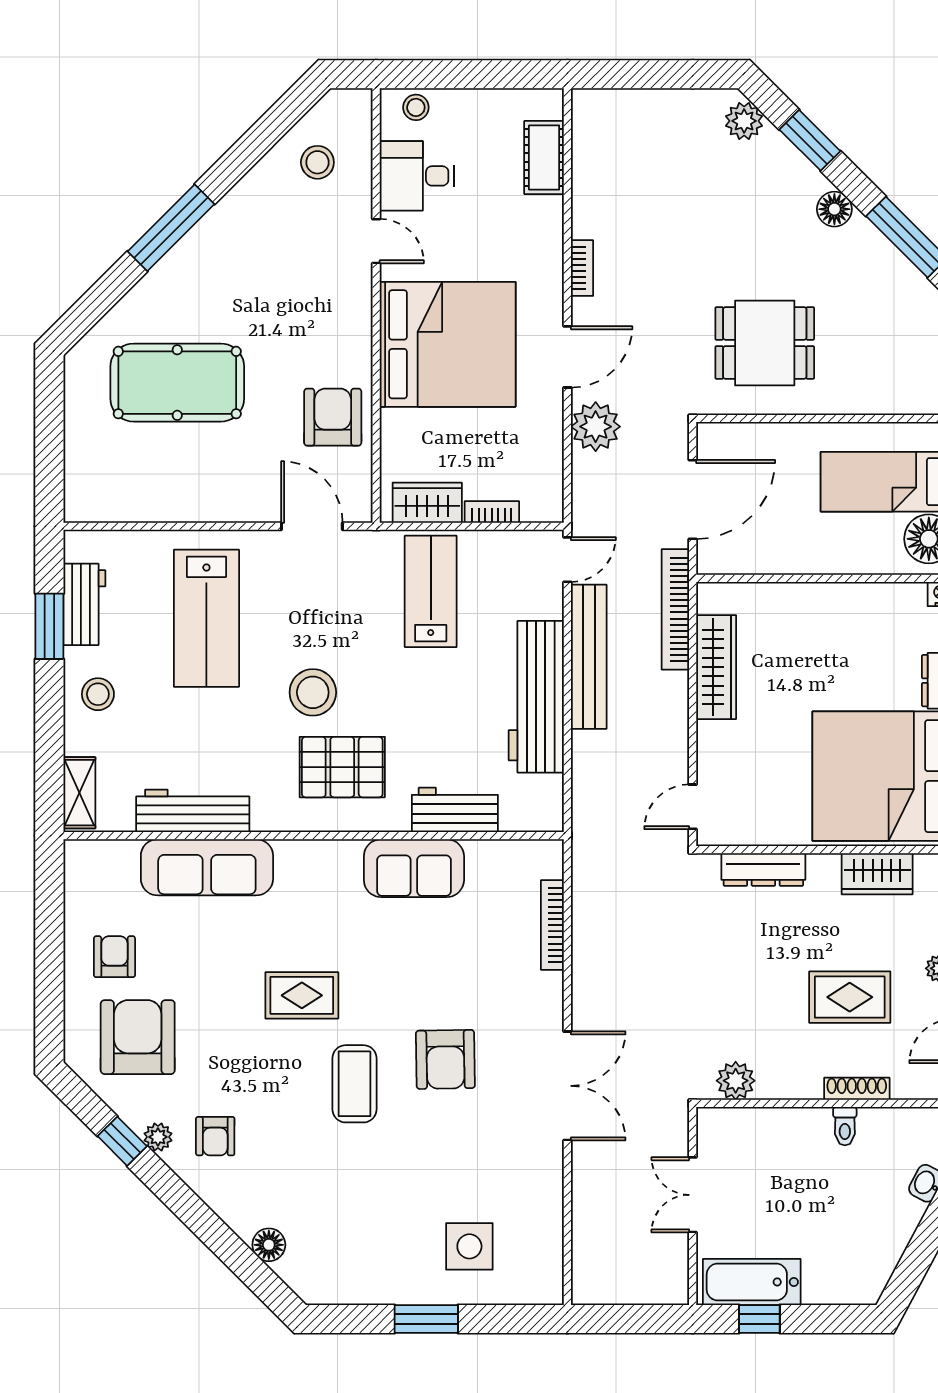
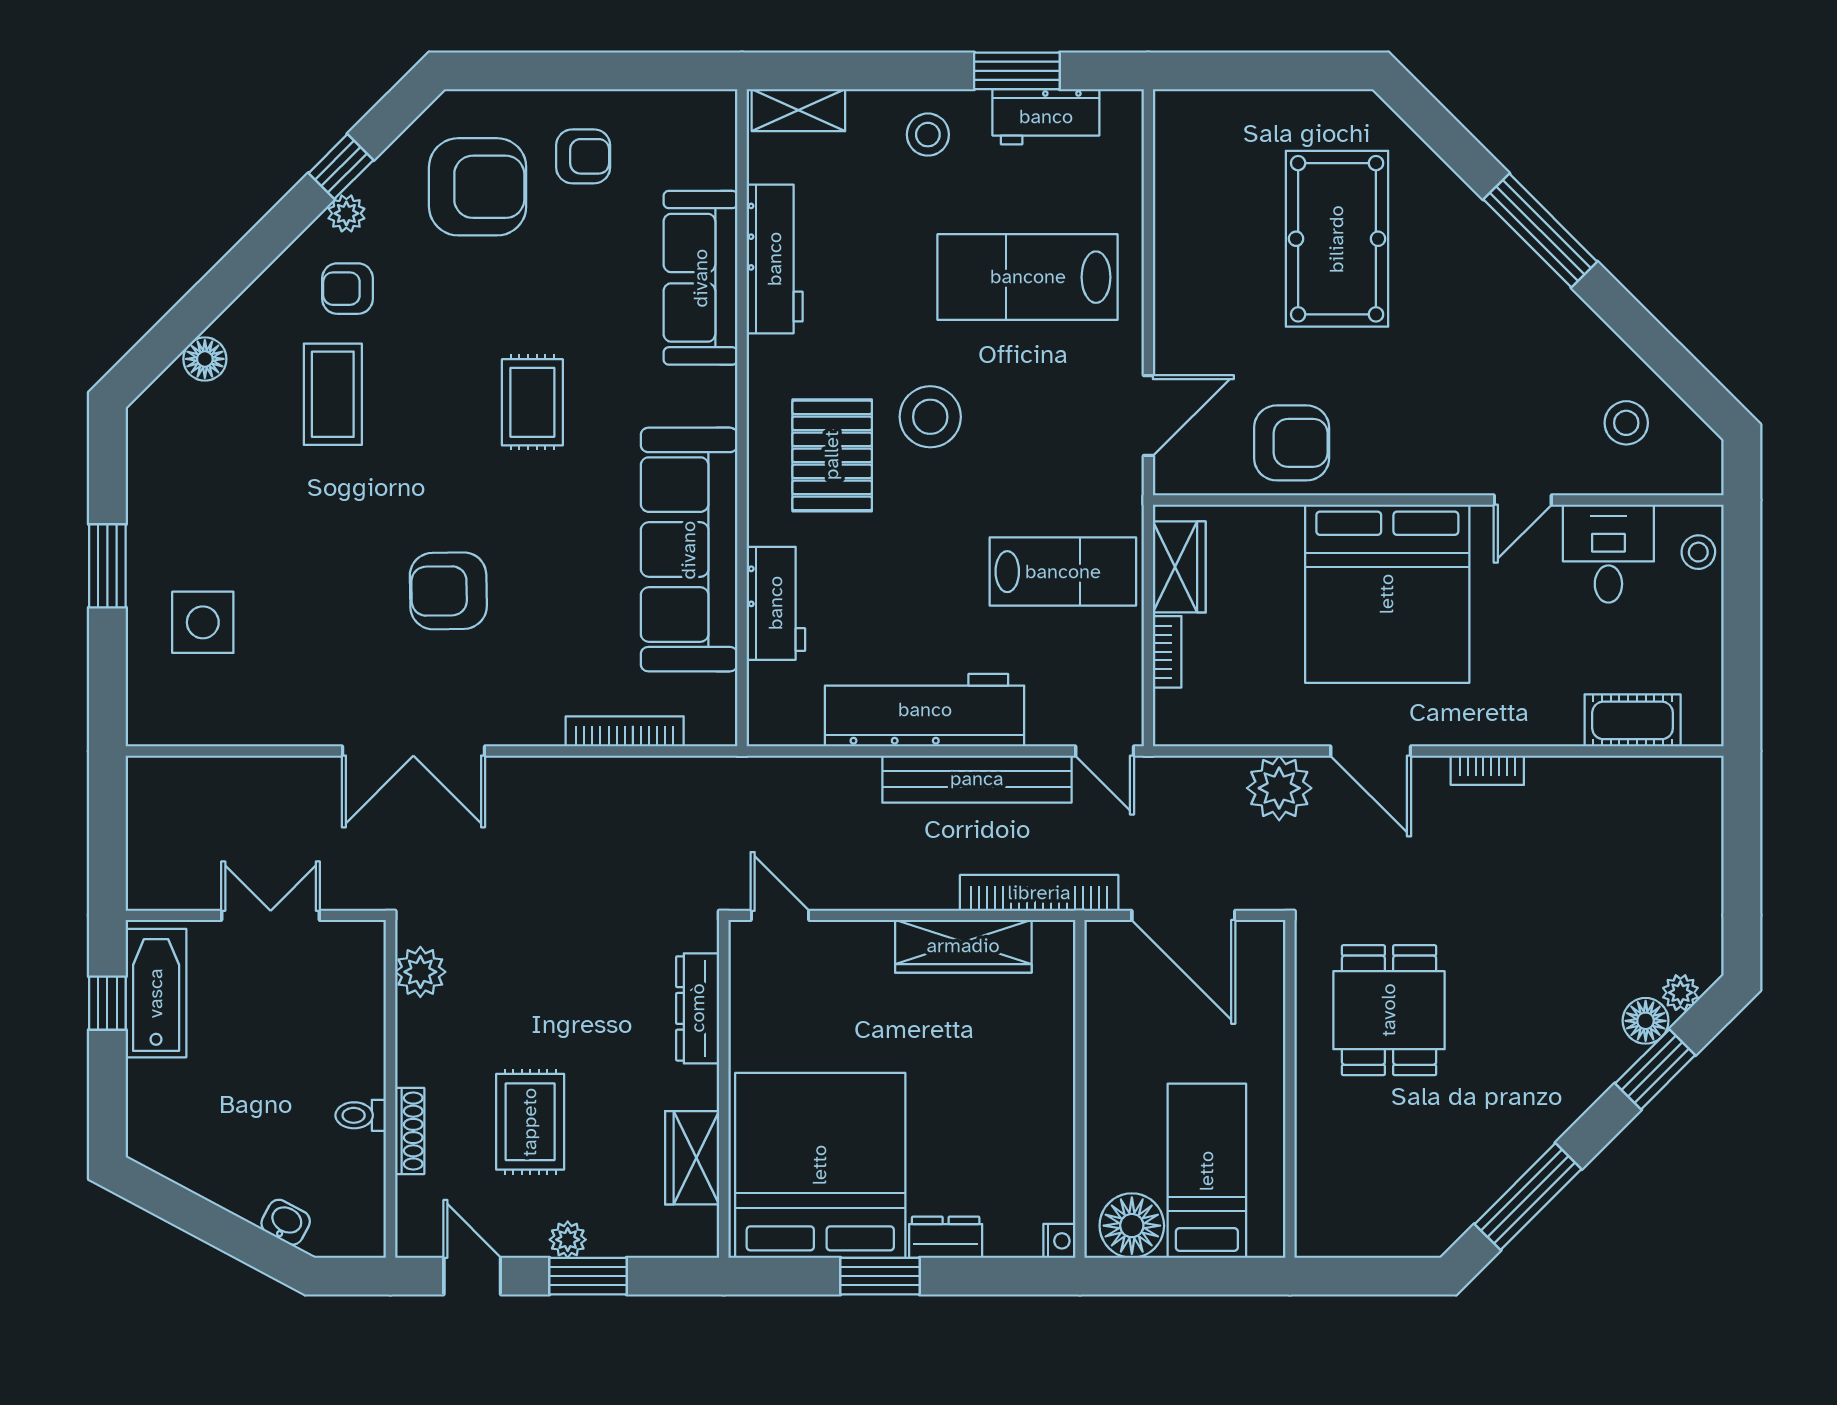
plant: (744, 121) -> (1680, 993), width x0.73, depth x0.73
floor lamp: (834, 209) -> (1646, 1021), moved
sofa: (414, 868) -> (689, 550), width x1.85, depth x1.27
coffee table: (354, 1084) -> (333, 394), moved, turned 90

